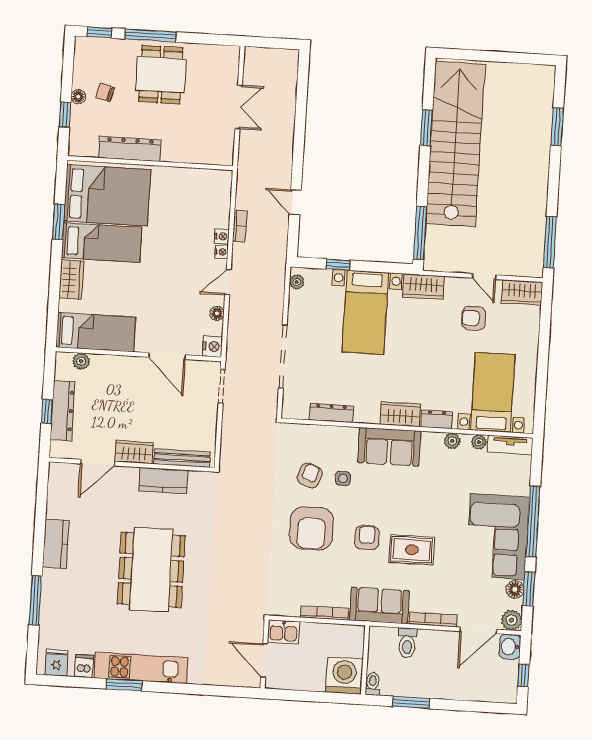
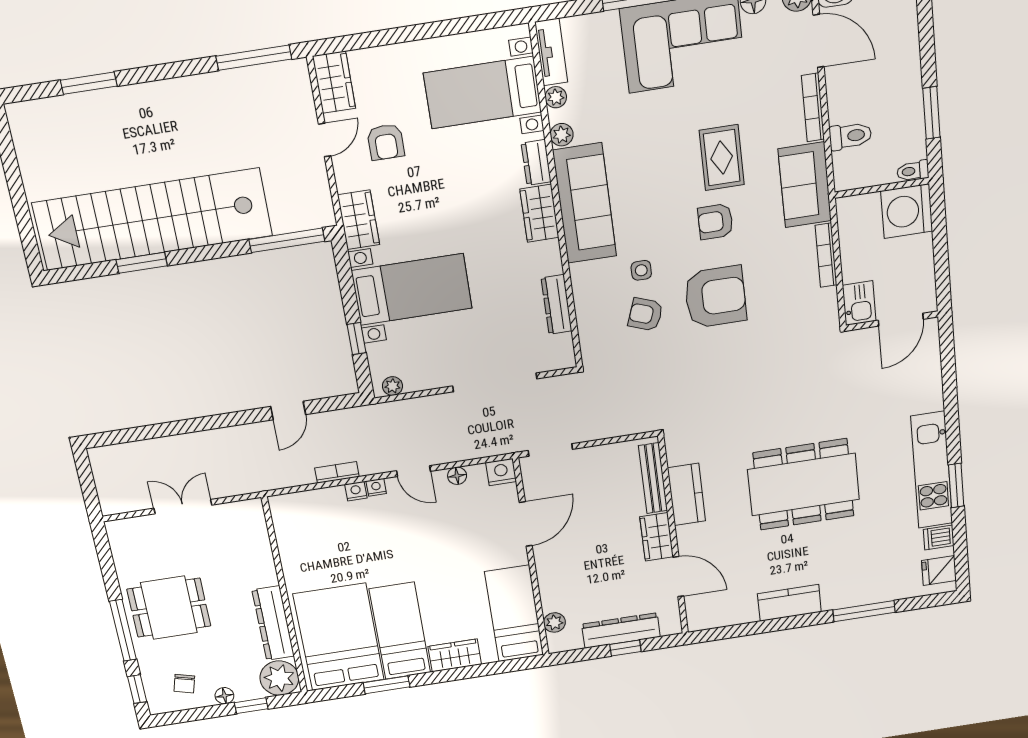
chair: (105, 92) -> (184, 684), moved
plant: (83, 142) -> (279, 678), added
sofa: (389, 447) -> (585, 203), width x1.36

